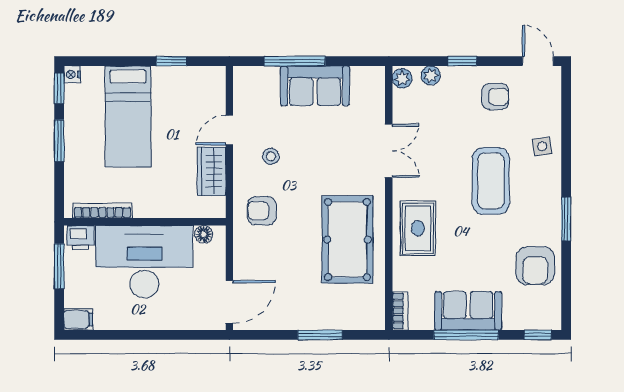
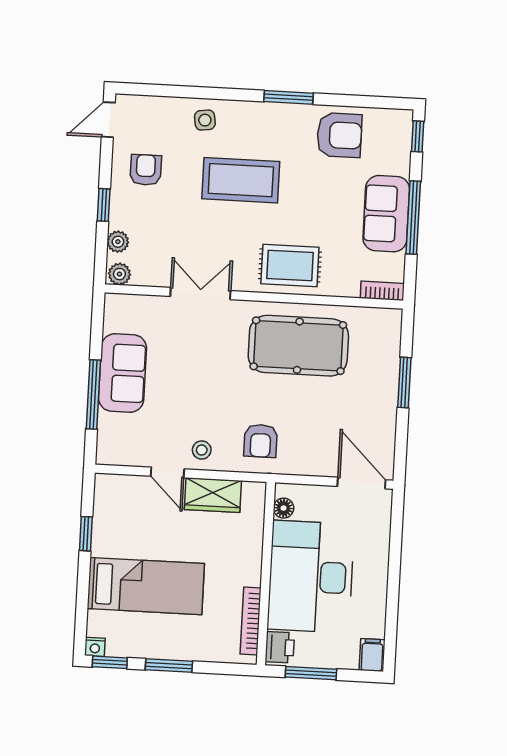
stool: (271, 156) -> (202, 450), moved

